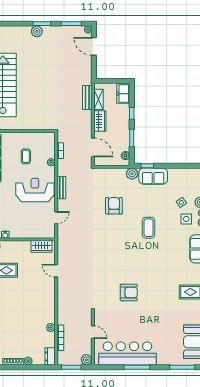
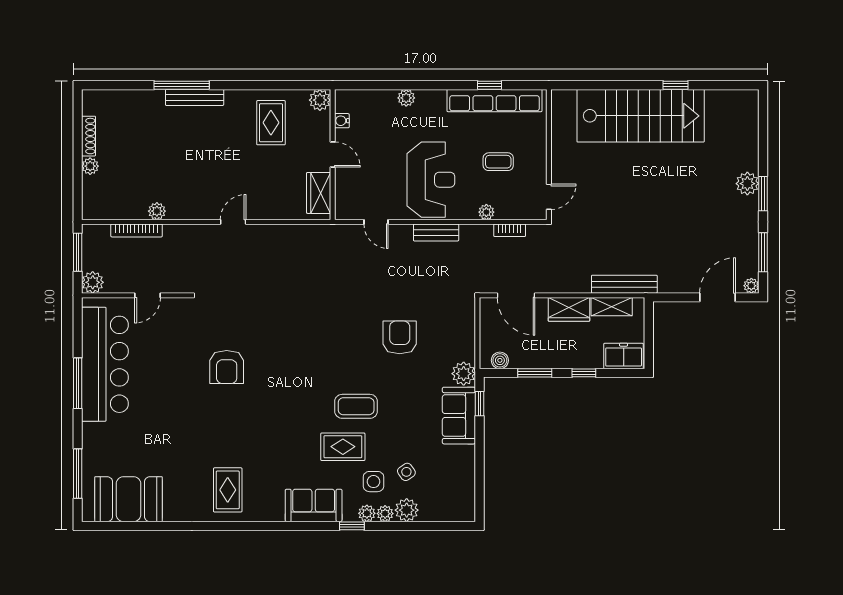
bench: (87, 98) -> (624, 284), width x1.36
door: (43, 131) -> (549, 197), added
door: (93, 147) -> (516, 295), hinge flipped
armchair: (114, 206) -> (400, 337), turned -90
rug: (169, 234) -> (343, 447), added
door: (22, 239) -> (333, 155), added
door: (56, 271) -> (233, 222), moved
dresser: (50, 356) -> (99, 210), removed

